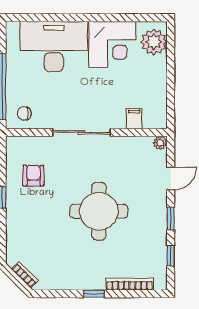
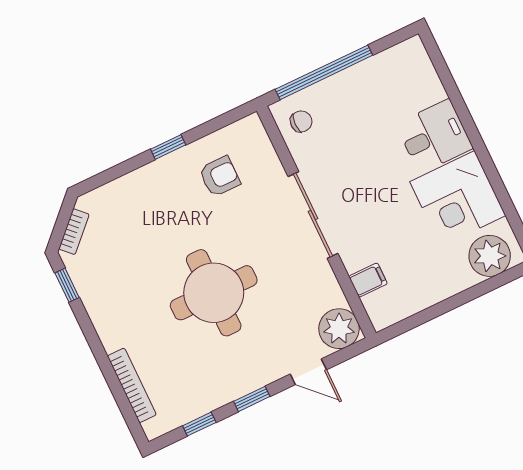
desk: (54, 46) -> (434, 136), width x0.53, depth x0.77
chair: (24, 113) -> (301, 121), turned 90
plant: (160, 143) -> (339, 329), width x1.88, depth x1.88
window: (94, 294) -> (67, 285), moved

